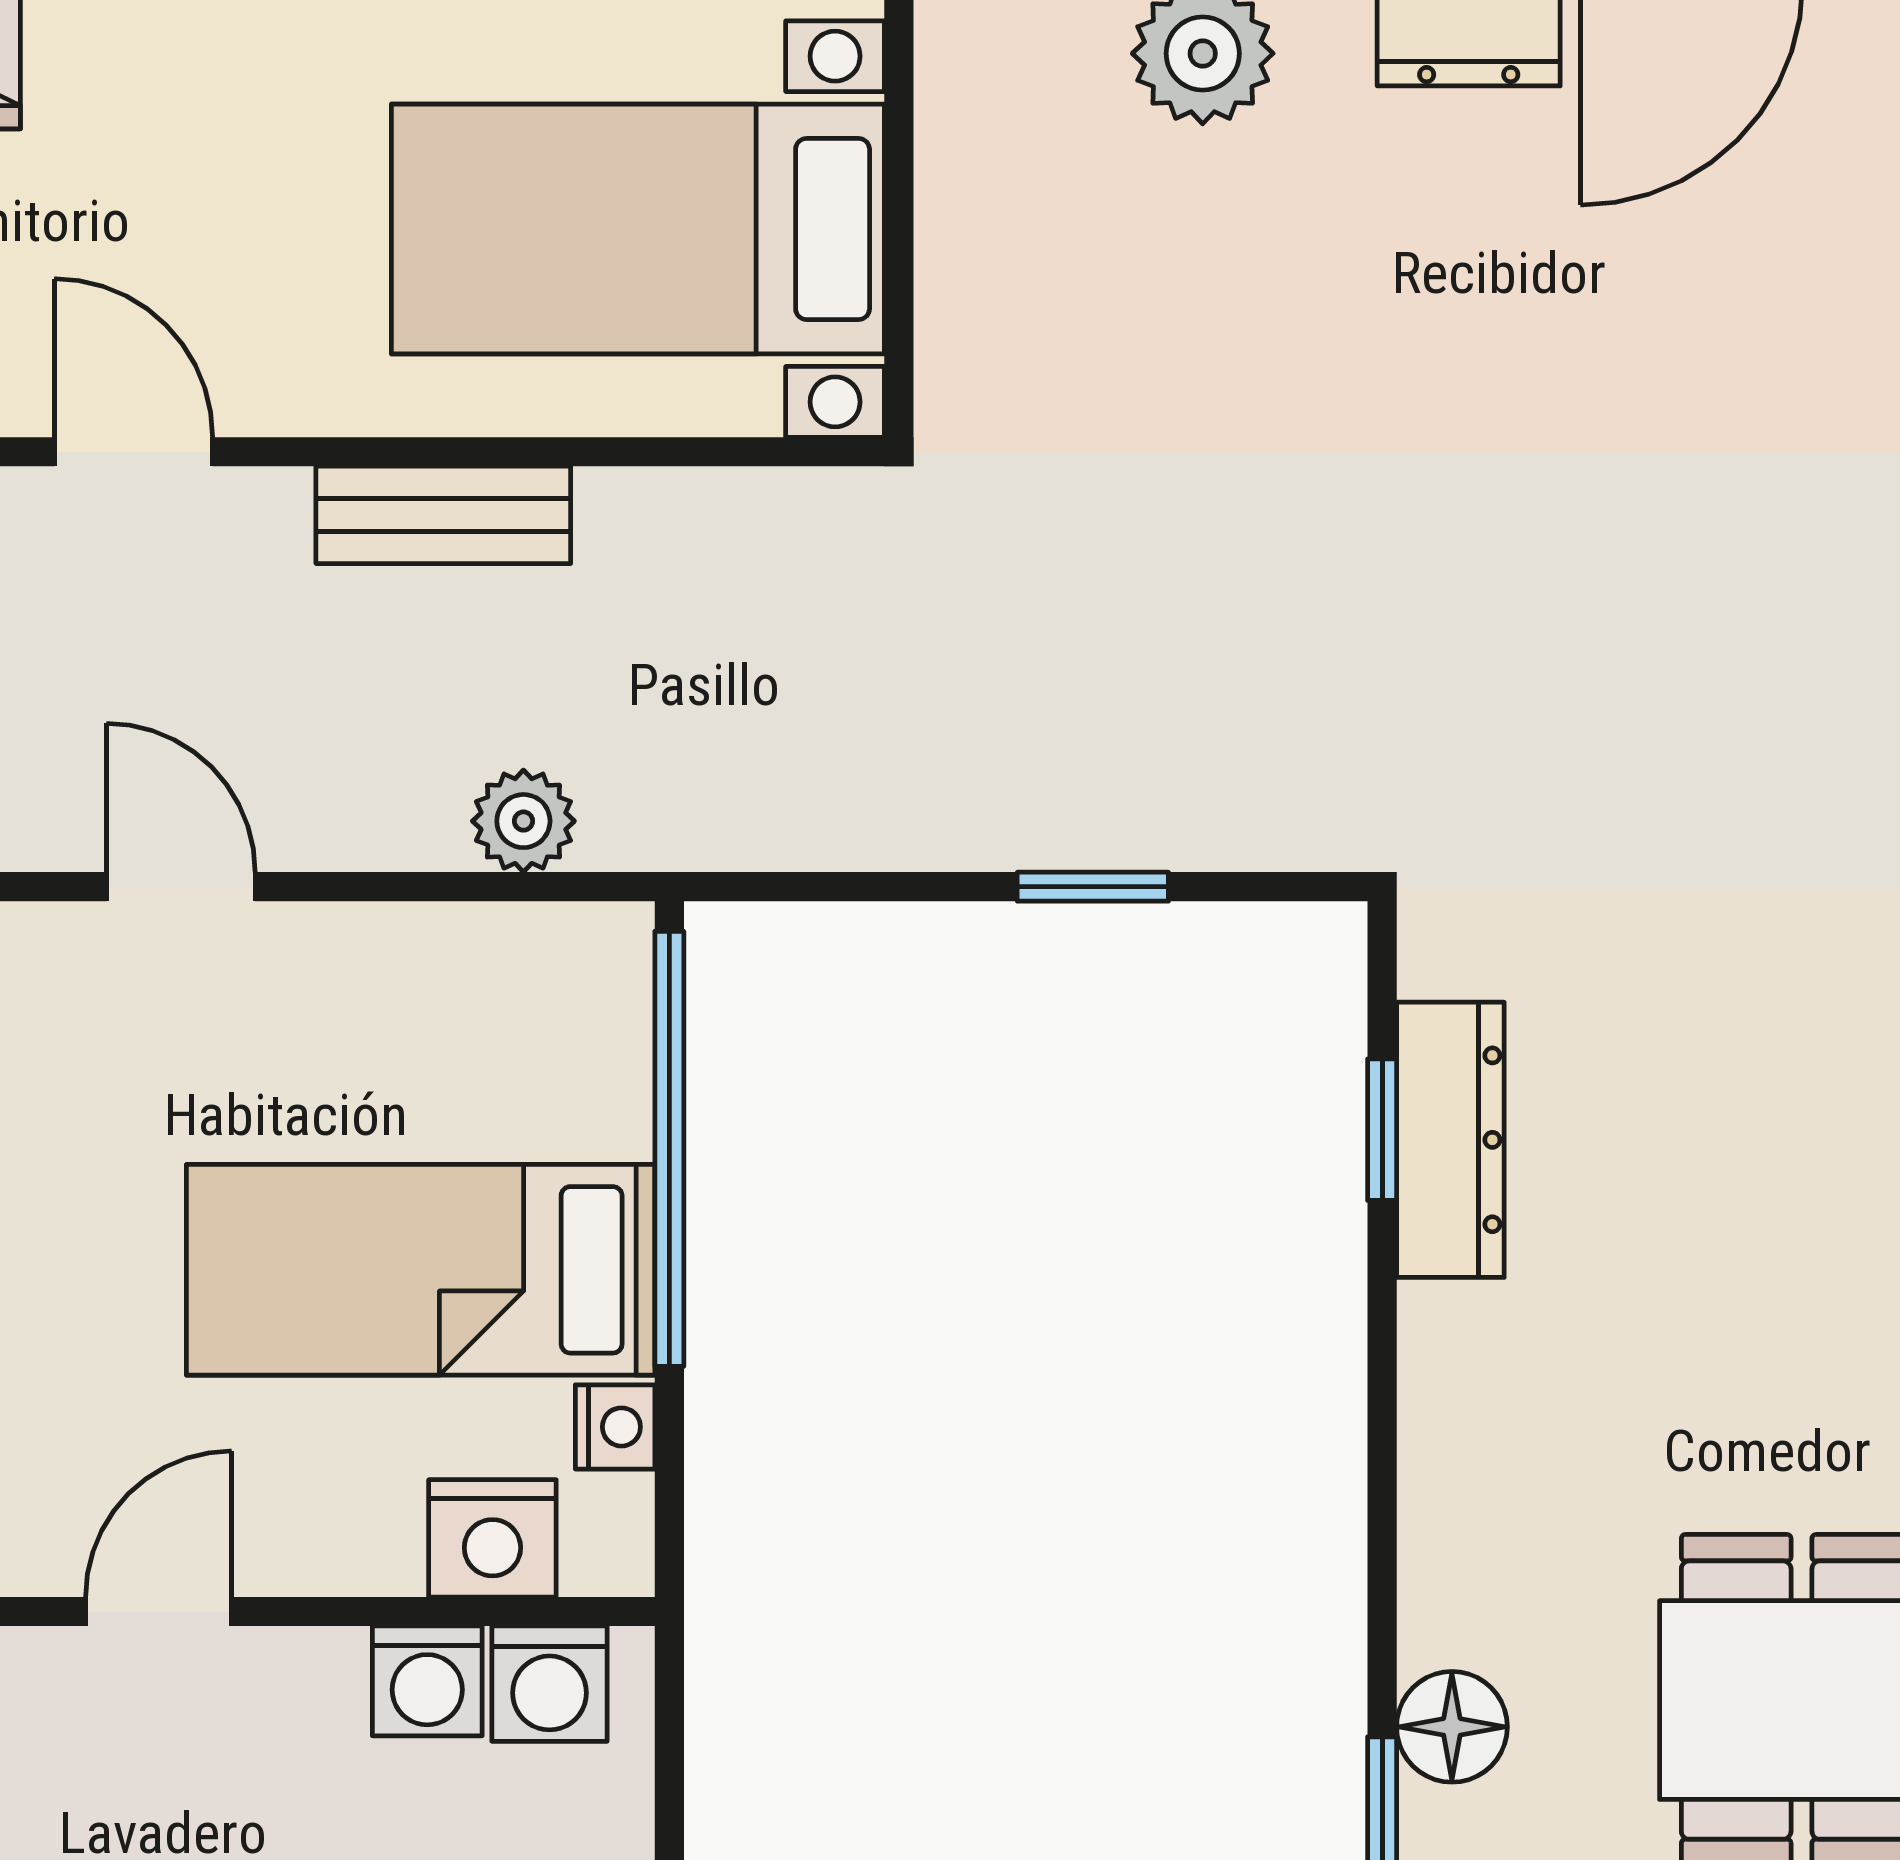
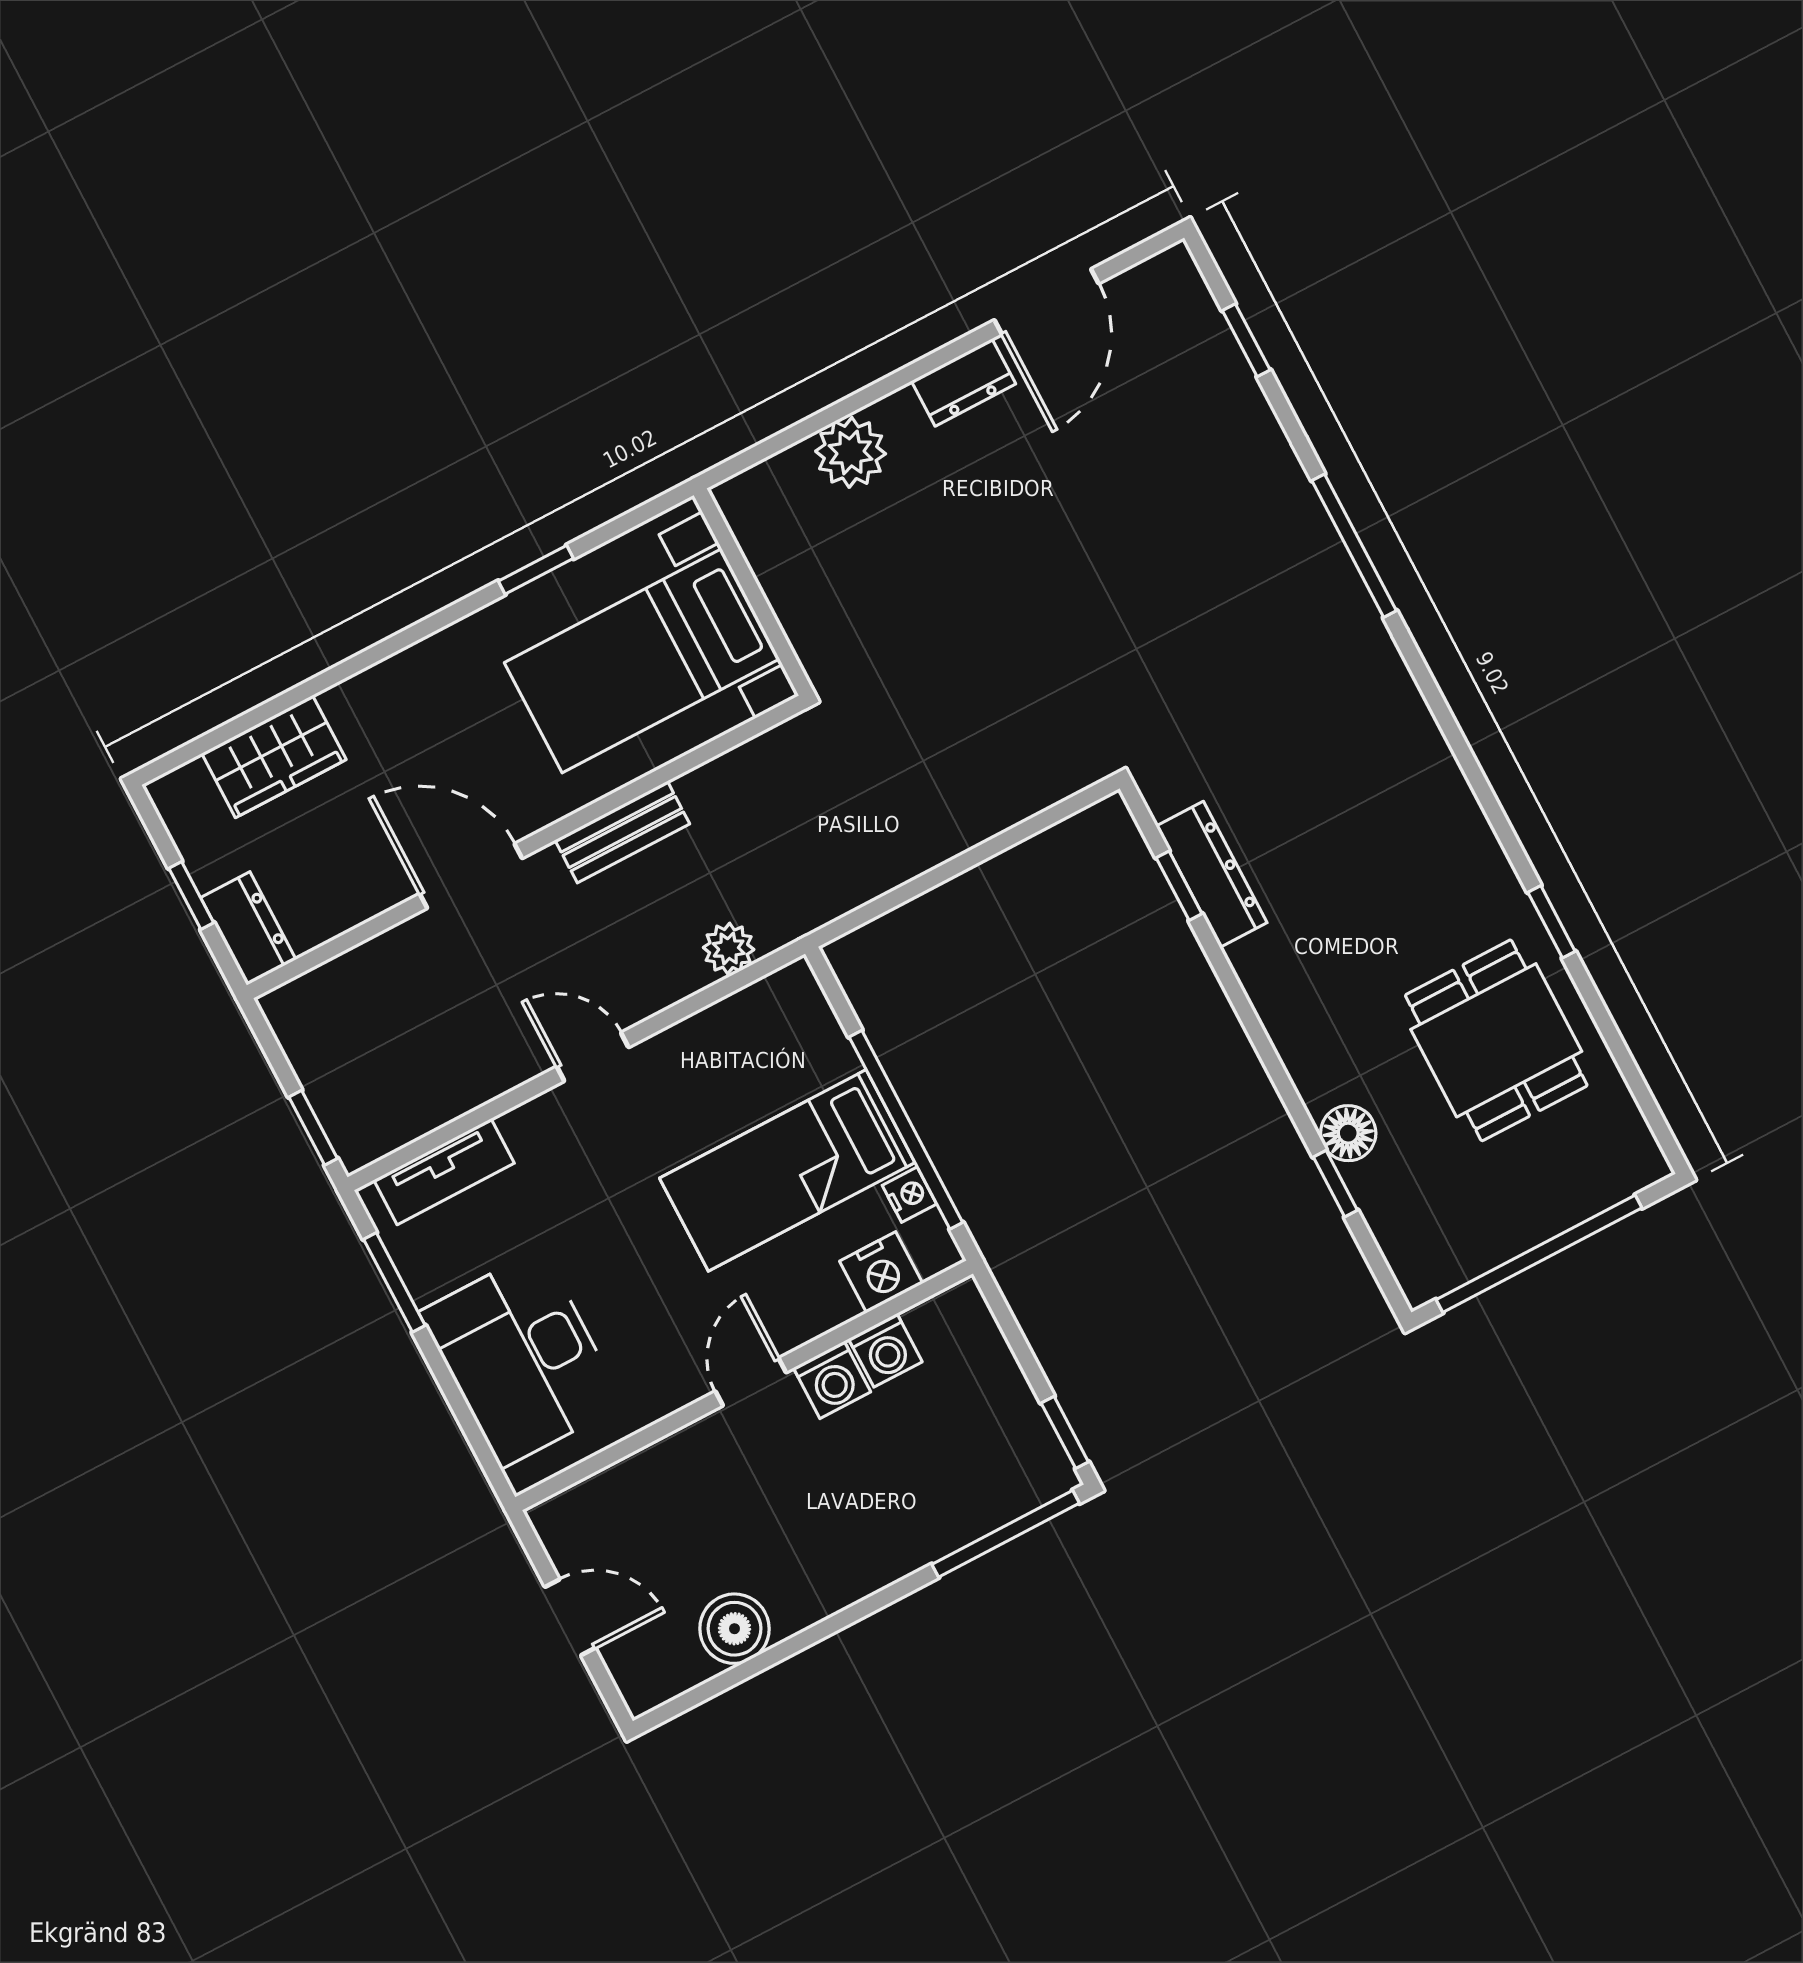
door: (133, 452) -> (471, 876), width x1.37
window: (1093, 887) -> (995, 846), removed
window: (669, 1149) -> (906, 1130), moved
washing machine: (549, 1684) -> (832, 1380), moved

